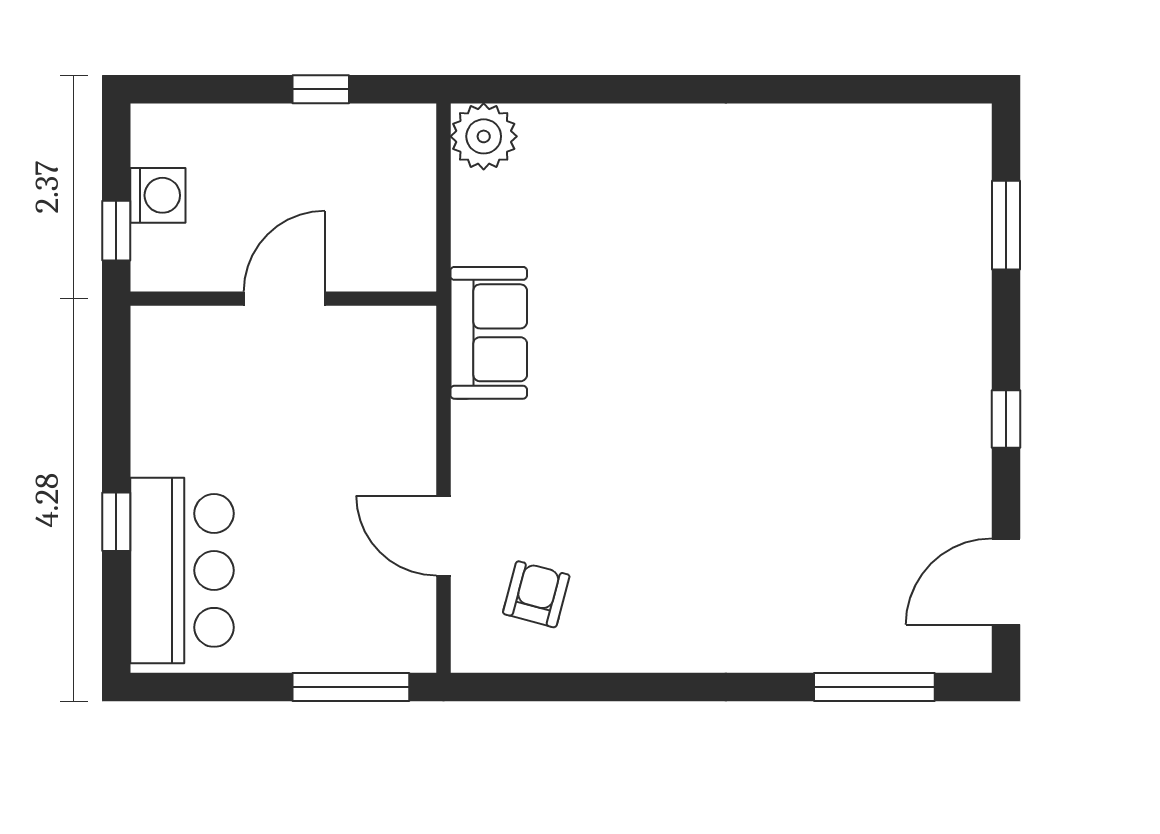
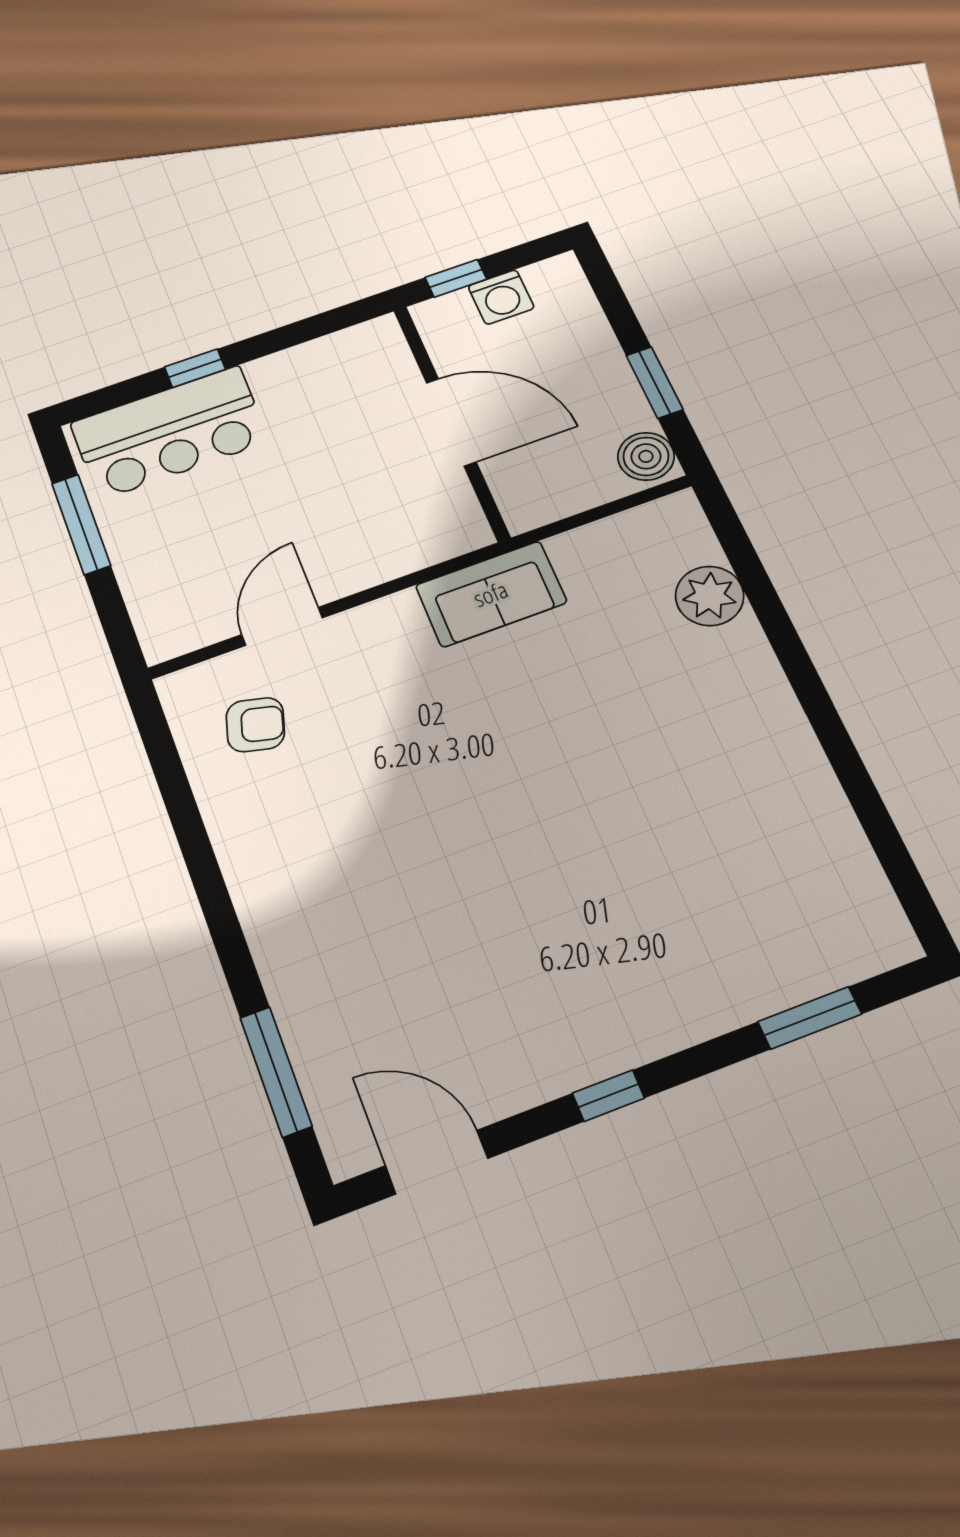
window: (321, 89) -> (655, 382), width x1.50
boiler: (400, 132) -> (646, 456), added
plant: (484, 136) -> (710, 596), moved
door: (284, 299) -> (451, 422), width x1.36
window: (351, 687) -> (81, 524), moved

